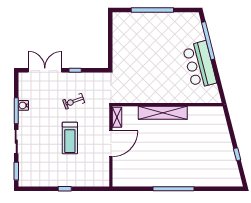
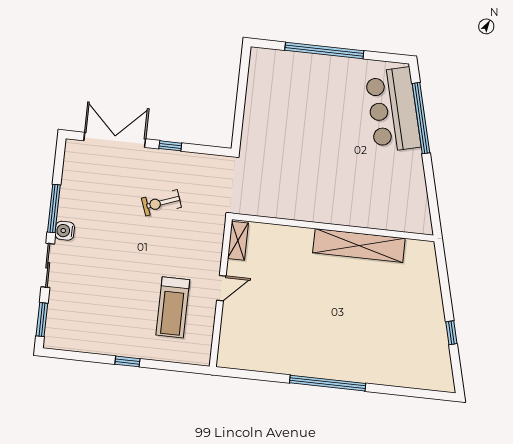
bar counter: (199, 65) -> (393, 110), moved
water cooler: (23, 105) -> (65, 231), moved
shelving: (163, 113) -> (359, 246), moved
treadmill: (70, 138) -> (173, 307), moved
door: (111, 144) -> (221, 288), width x0.53

